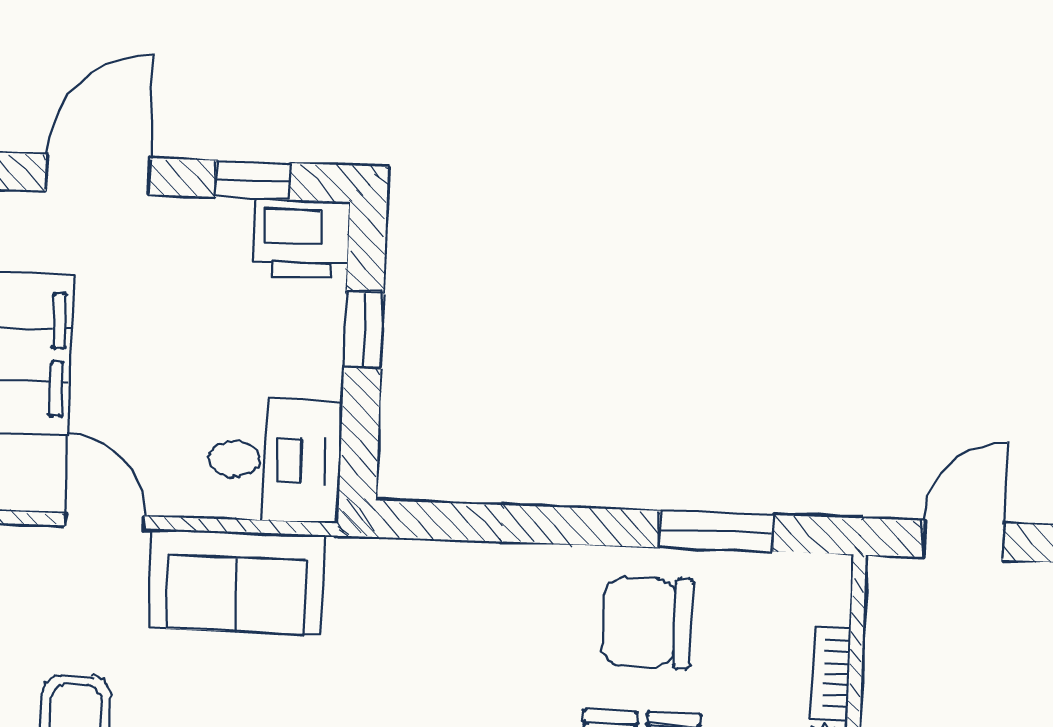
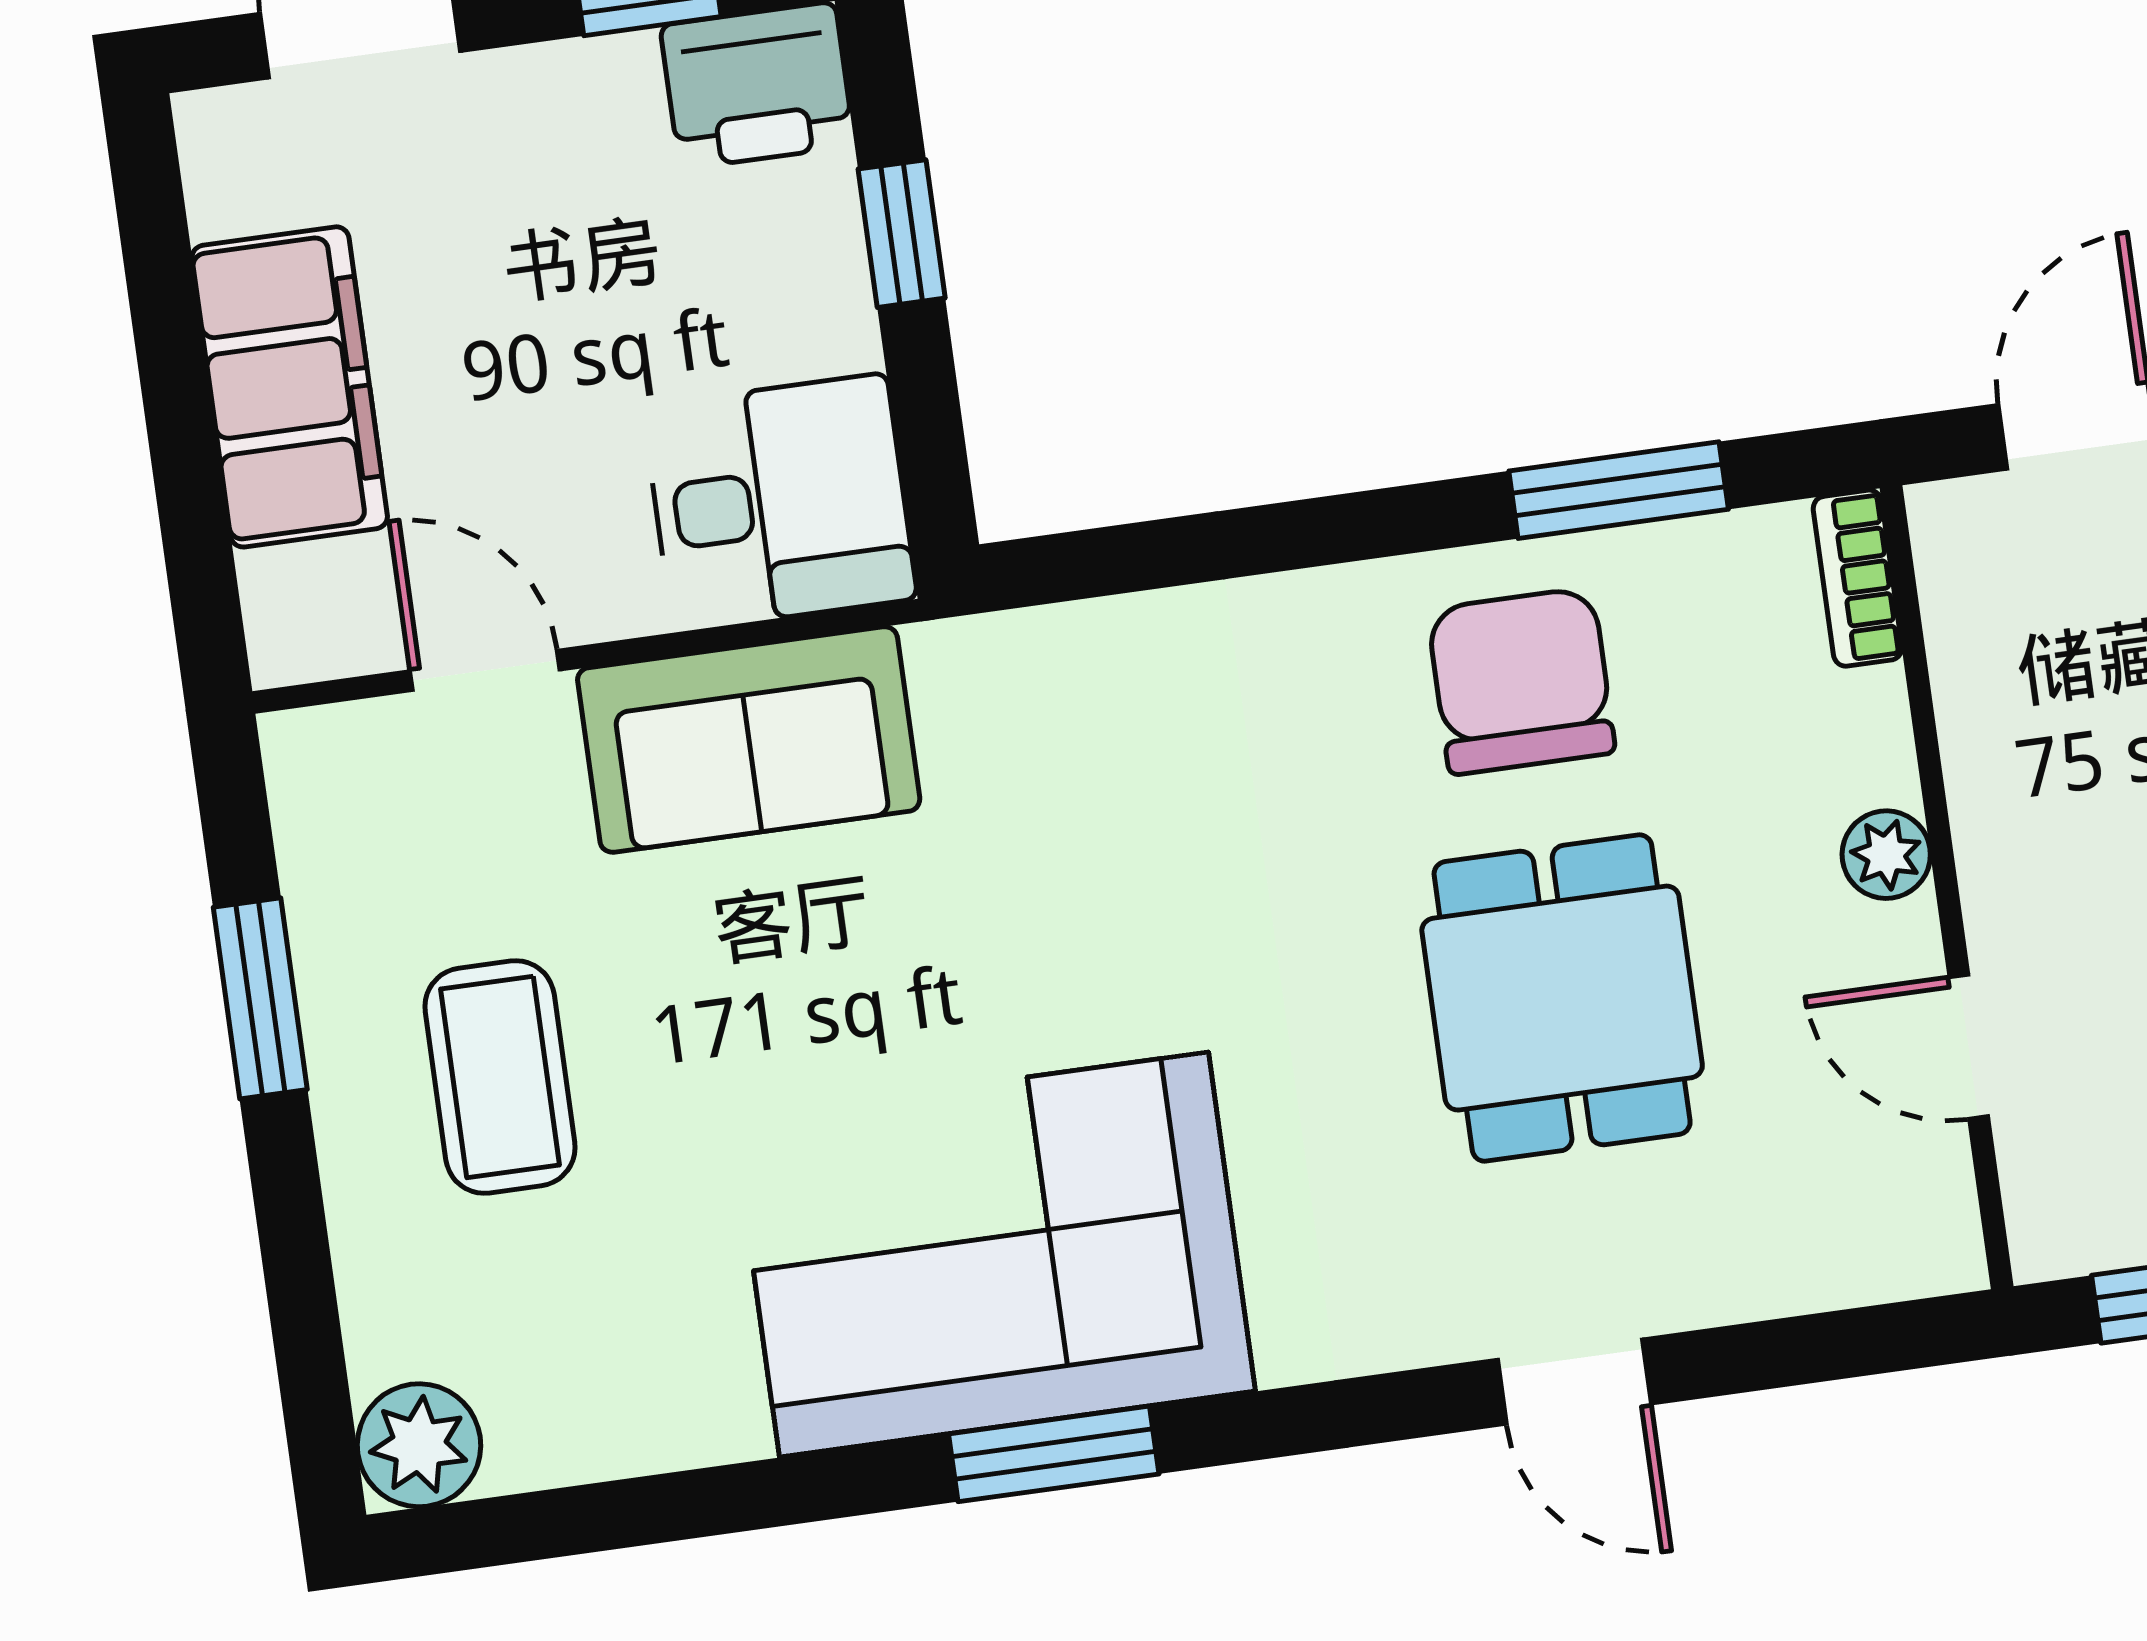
chair: (647, 622) -> (1521, 681), turned 90
bookcase: (831, 673) -> (1858, 578), moved

